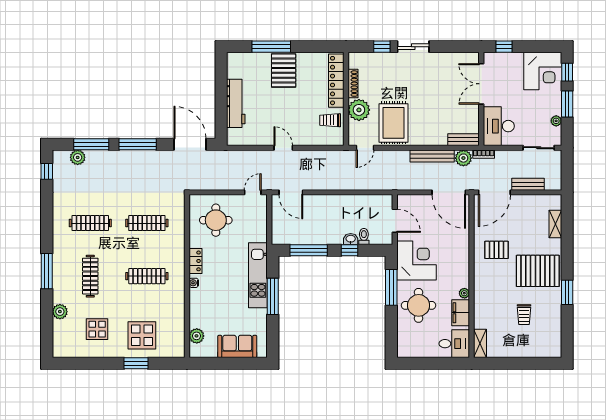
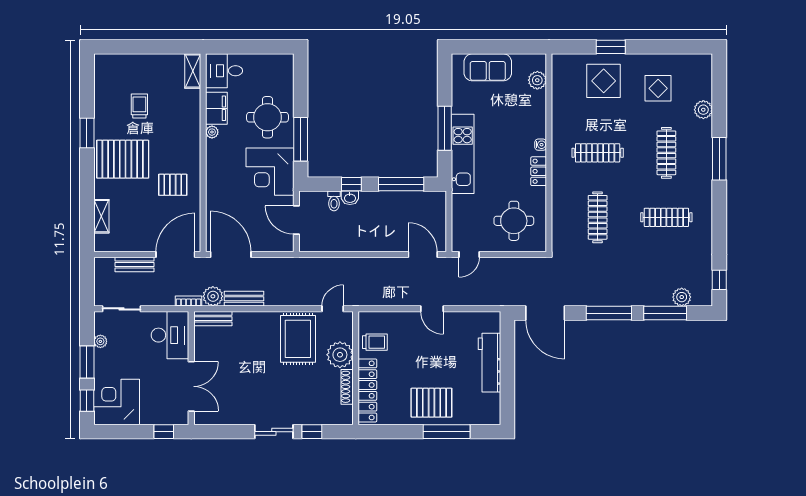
pallet: (284, 70) -> (431, 403), turned 90
bench: (432, 156) -> (244, 299), width x0.73
clothes rail: (147, 223) -> (598, 217), turned 90

